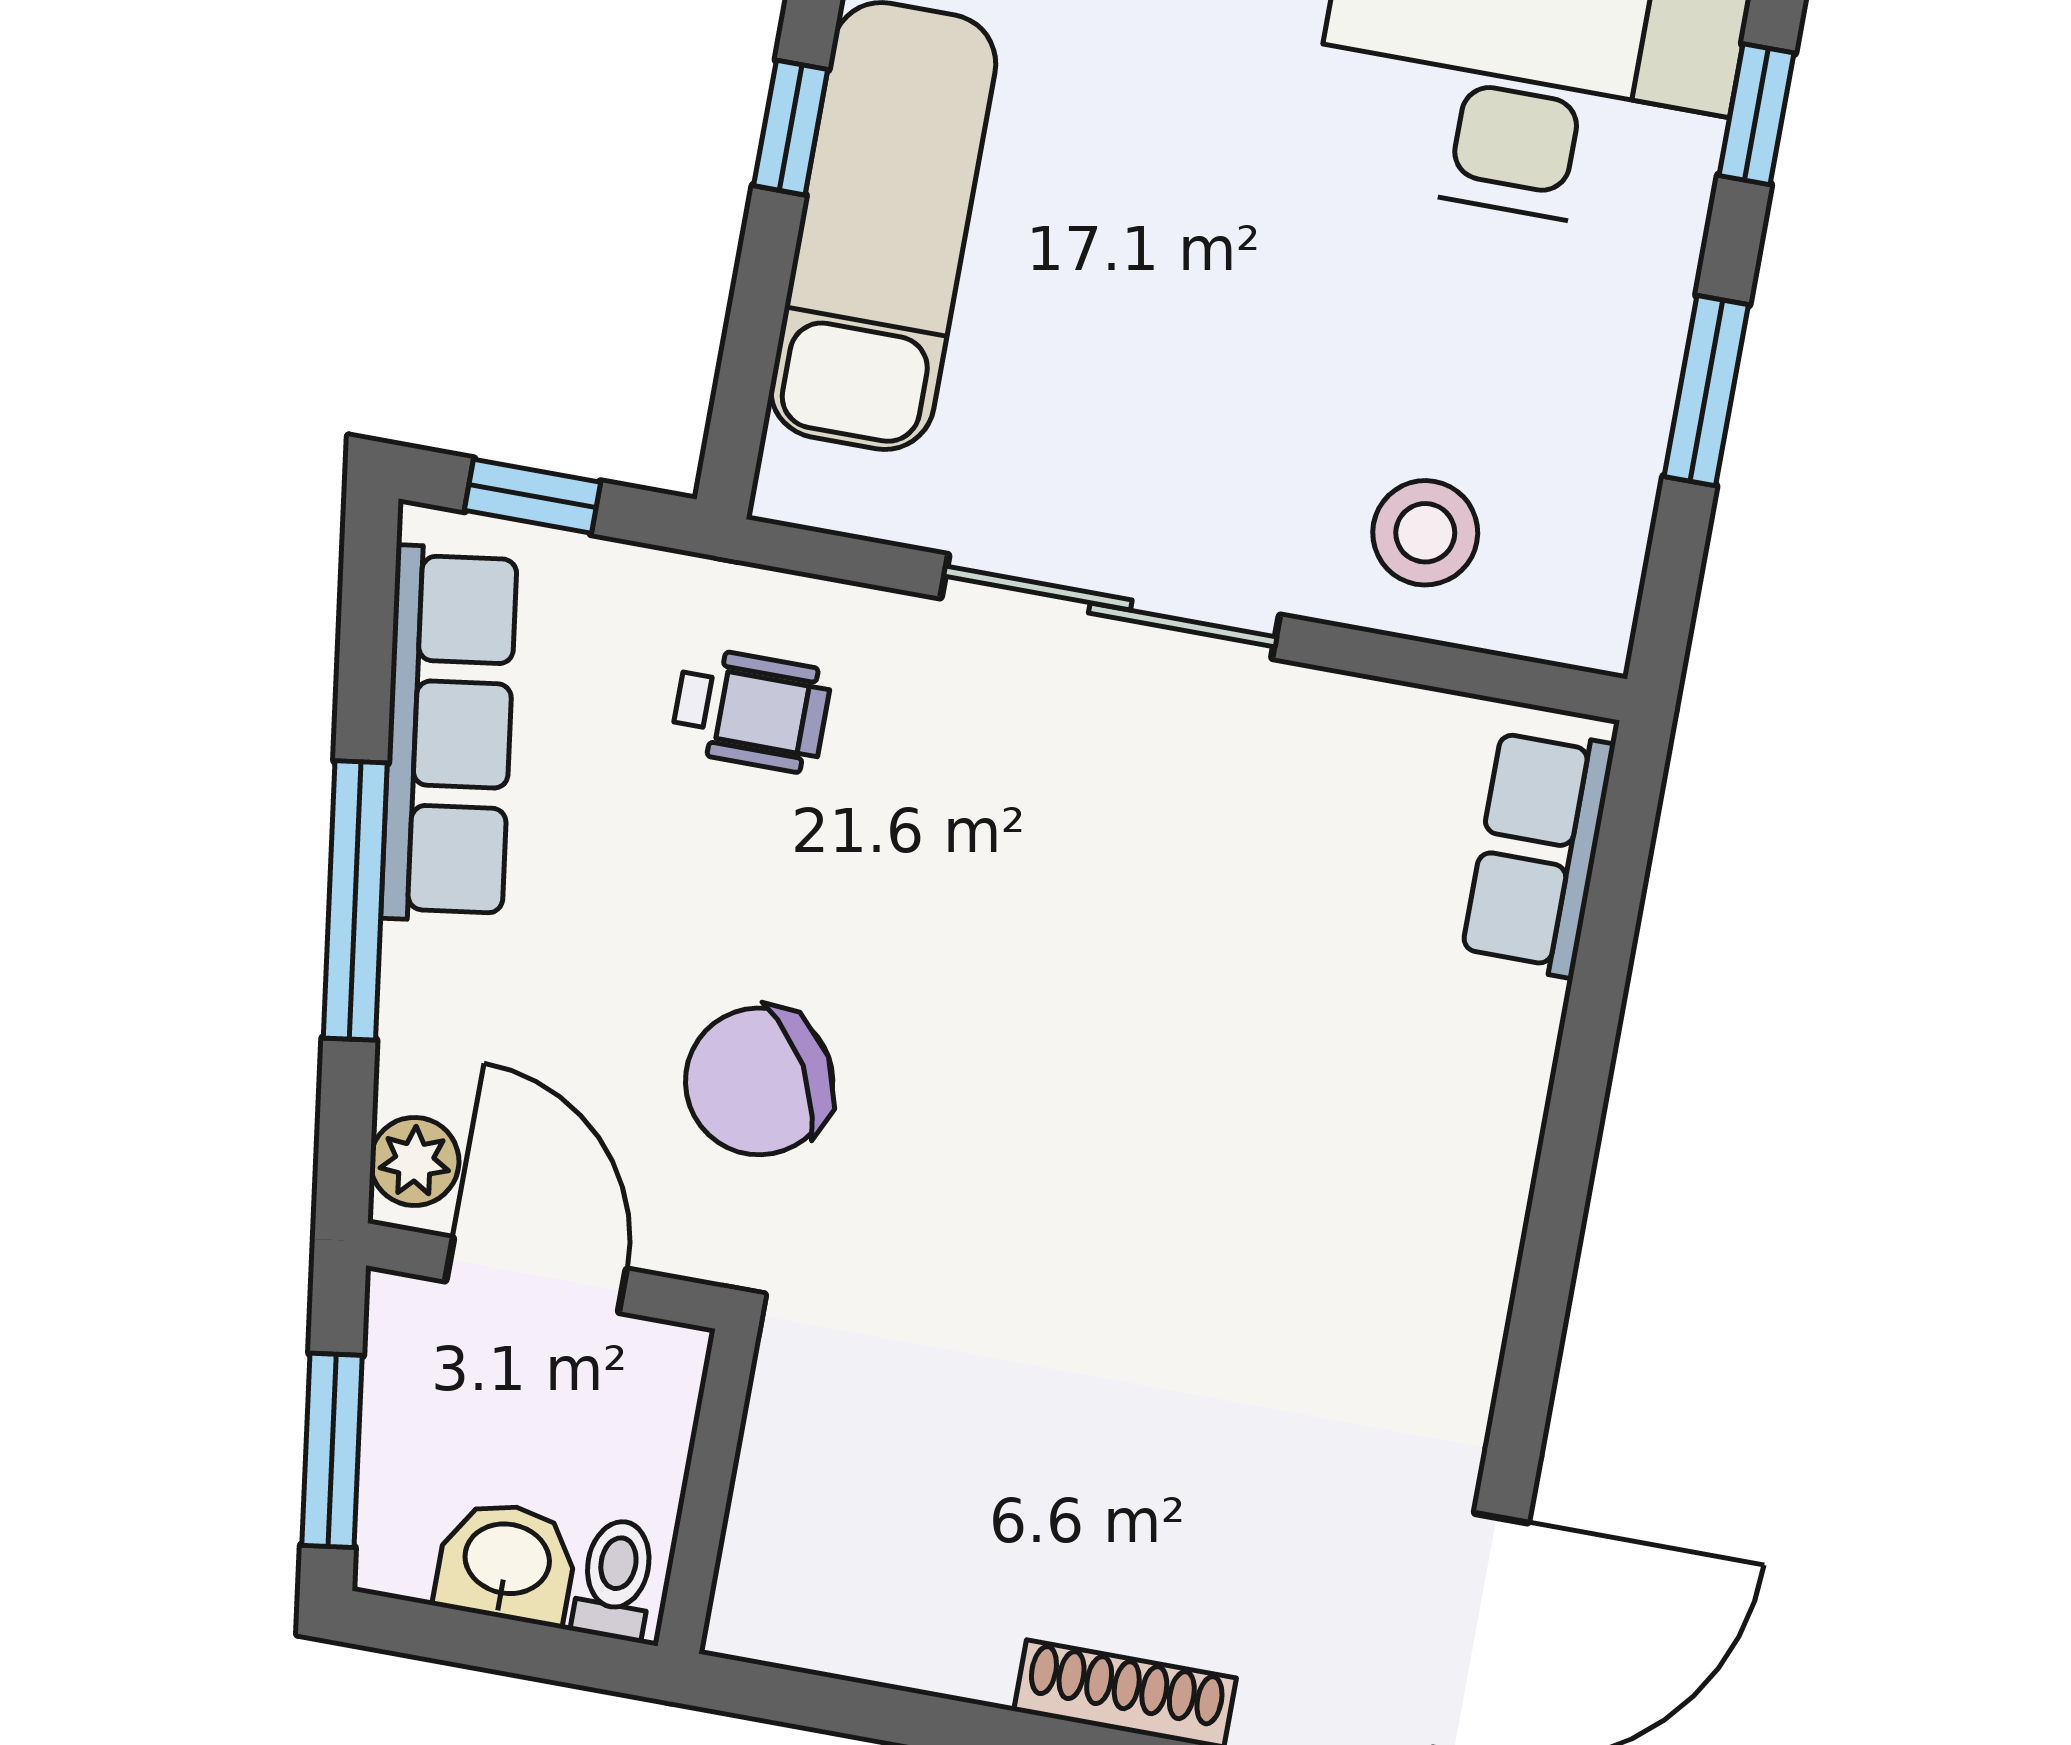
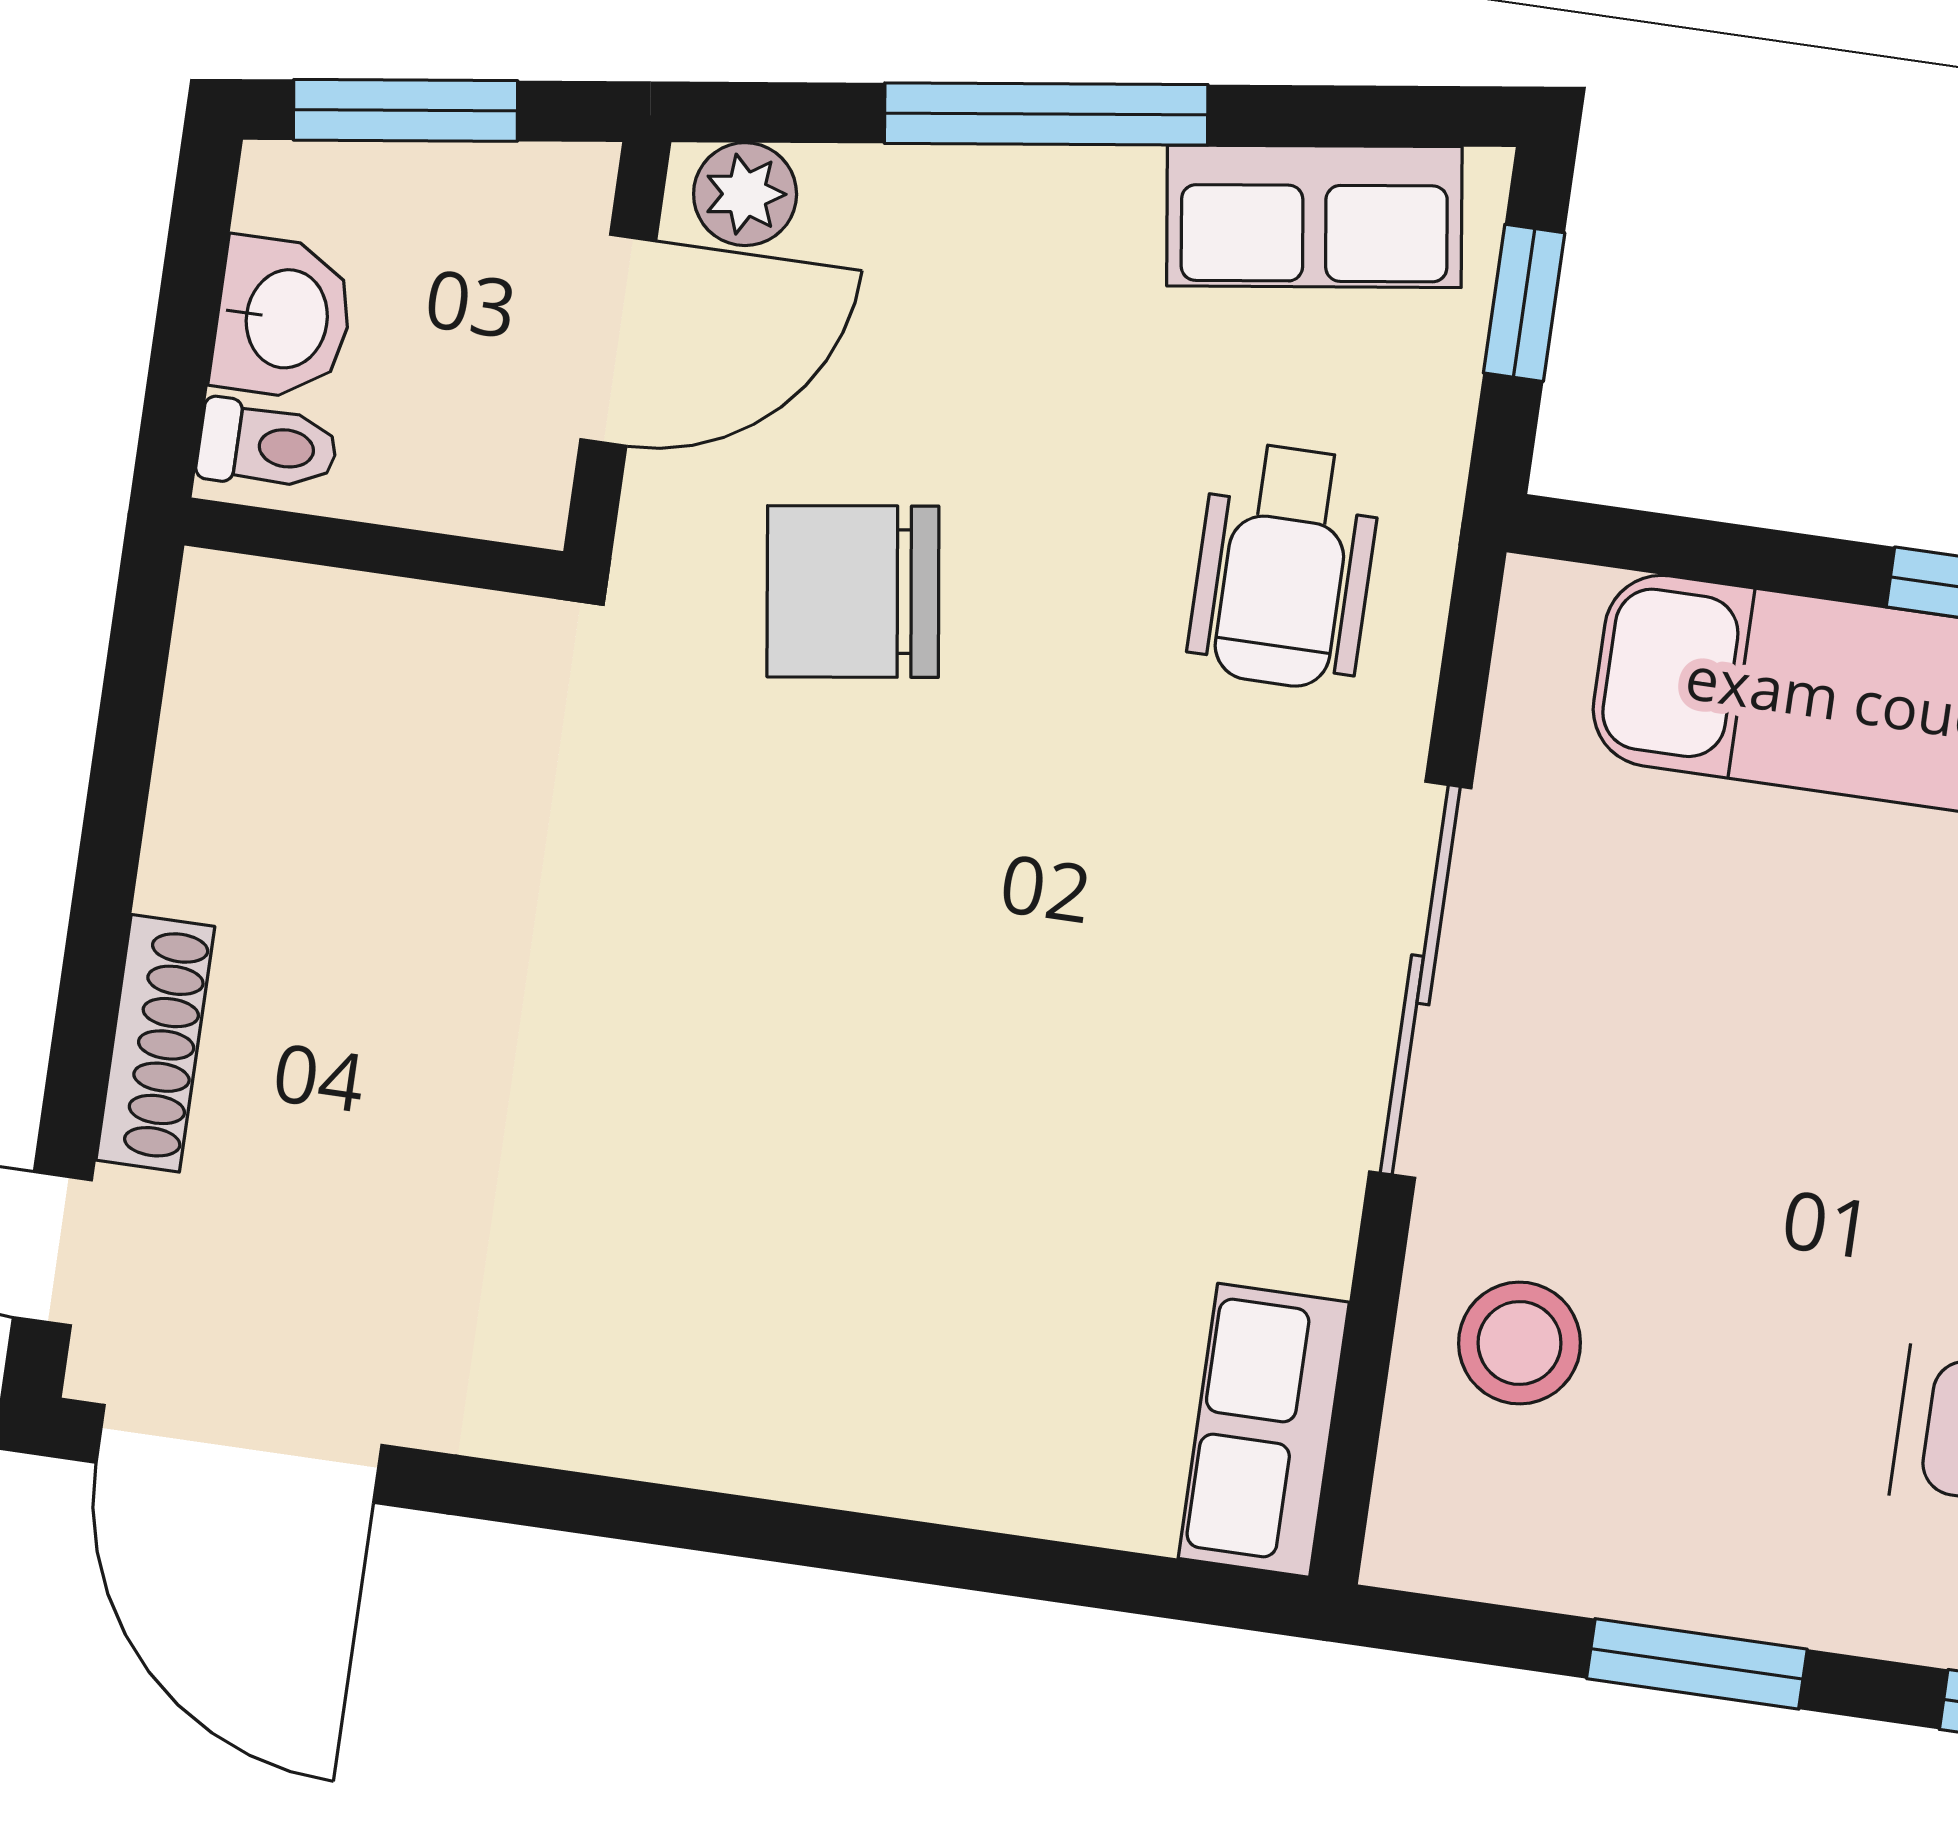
wheelchair: (751, 710) -> (1284, 566), width x1.36, depth x1.37
row of seats: (449, 734) -> (1314, 216), width x0.68
row of seats: (1538, 851) -> (1264, 1430), moved, turned -90
chair: (759, 1081) -> (853, 591), turned -68

